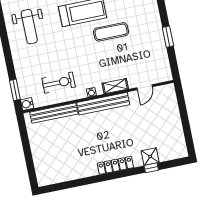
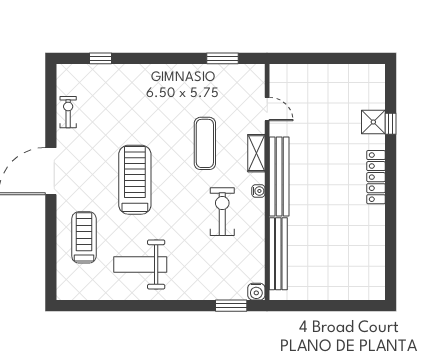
weight bench: (29, 27) -> (140, 264), turned 180
exercise mat: (111, 32) -> (205, 143), moved
window: (168, 37) -> (222, 58), moved
exercise bike: (59, 83) -> (222, 212), moved

